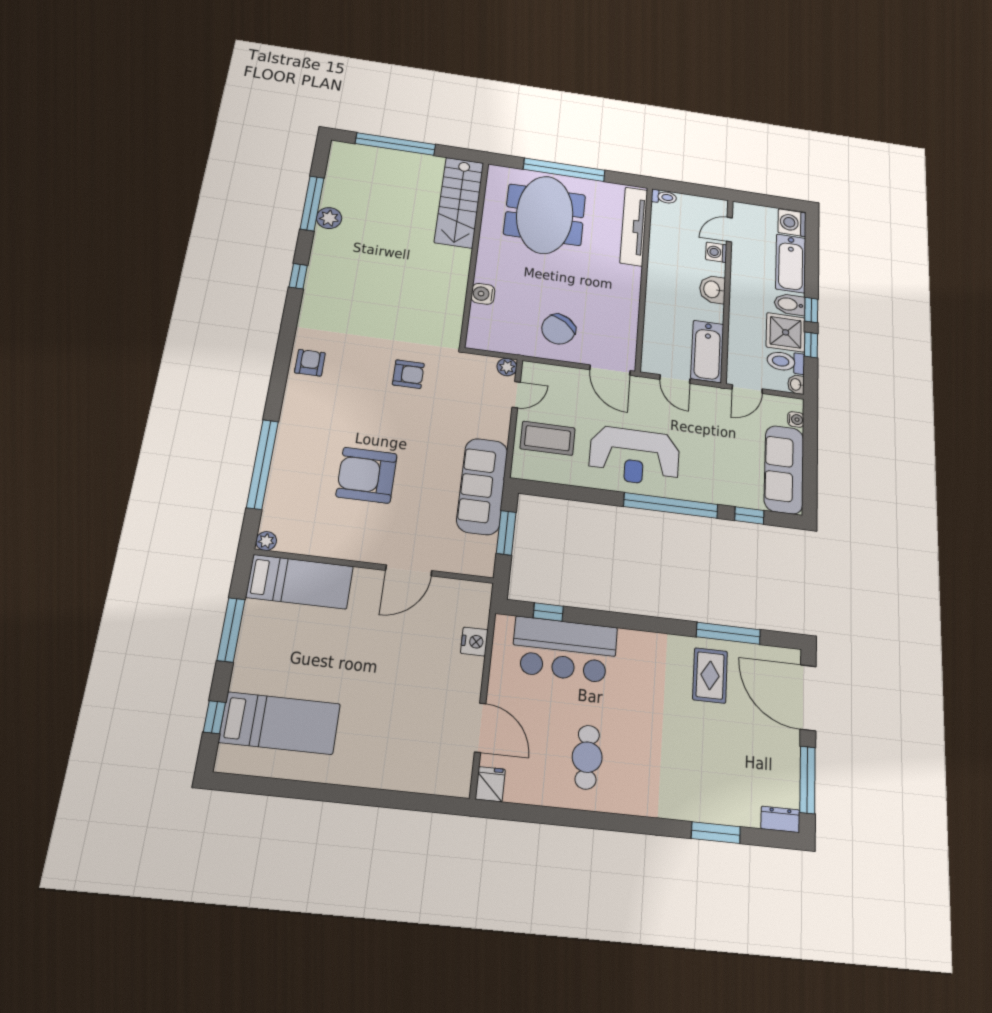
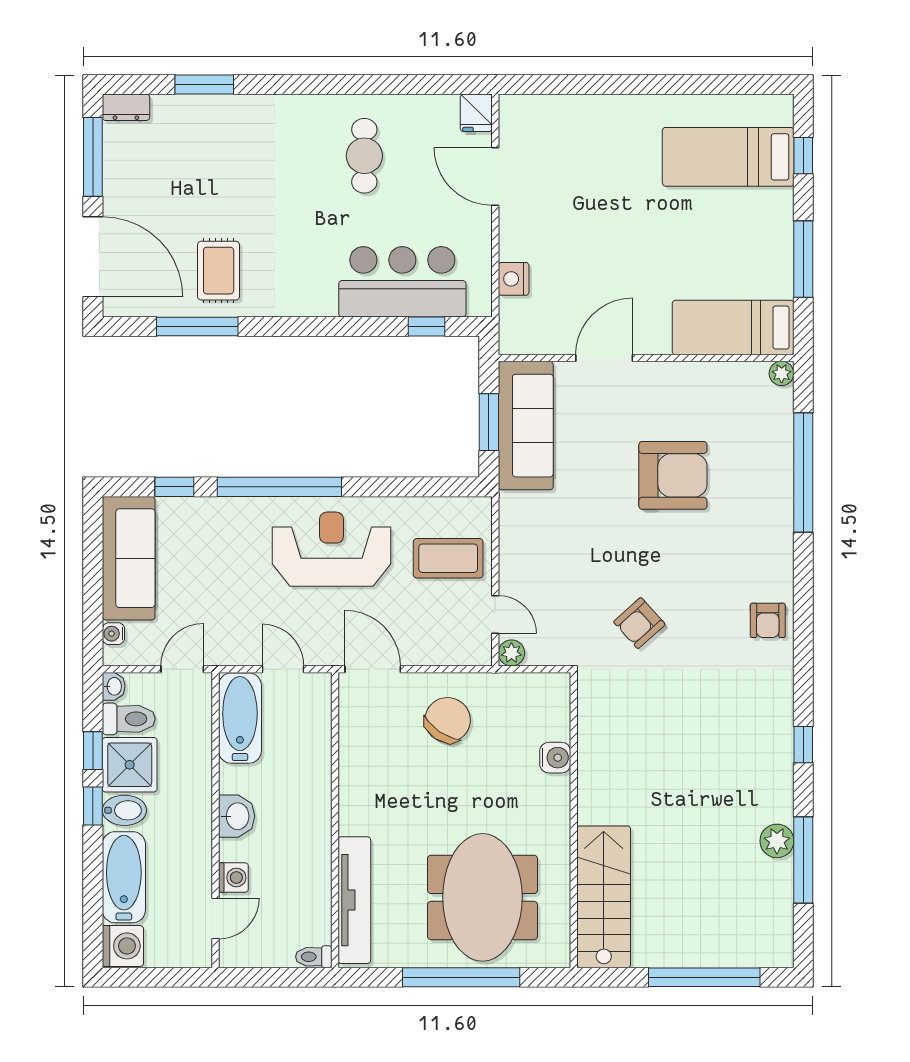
armchair: (408, 374) -> (639, 623), turned -42
door: (516, 395) -> (495, 614), swing flipped
sofa: (482, 486) -> (526, 426), moved

